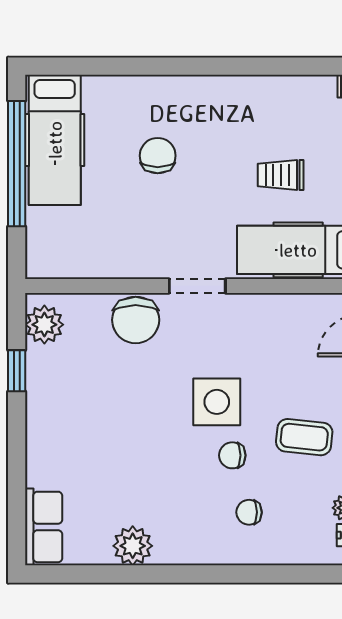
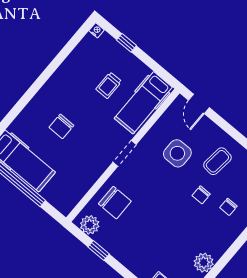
chair: (158, 156) -> (61, 126), turned -90
chair: (136, 320) -> (115, 203), moved
side table: (217, 402) -> (177, 153), moved

